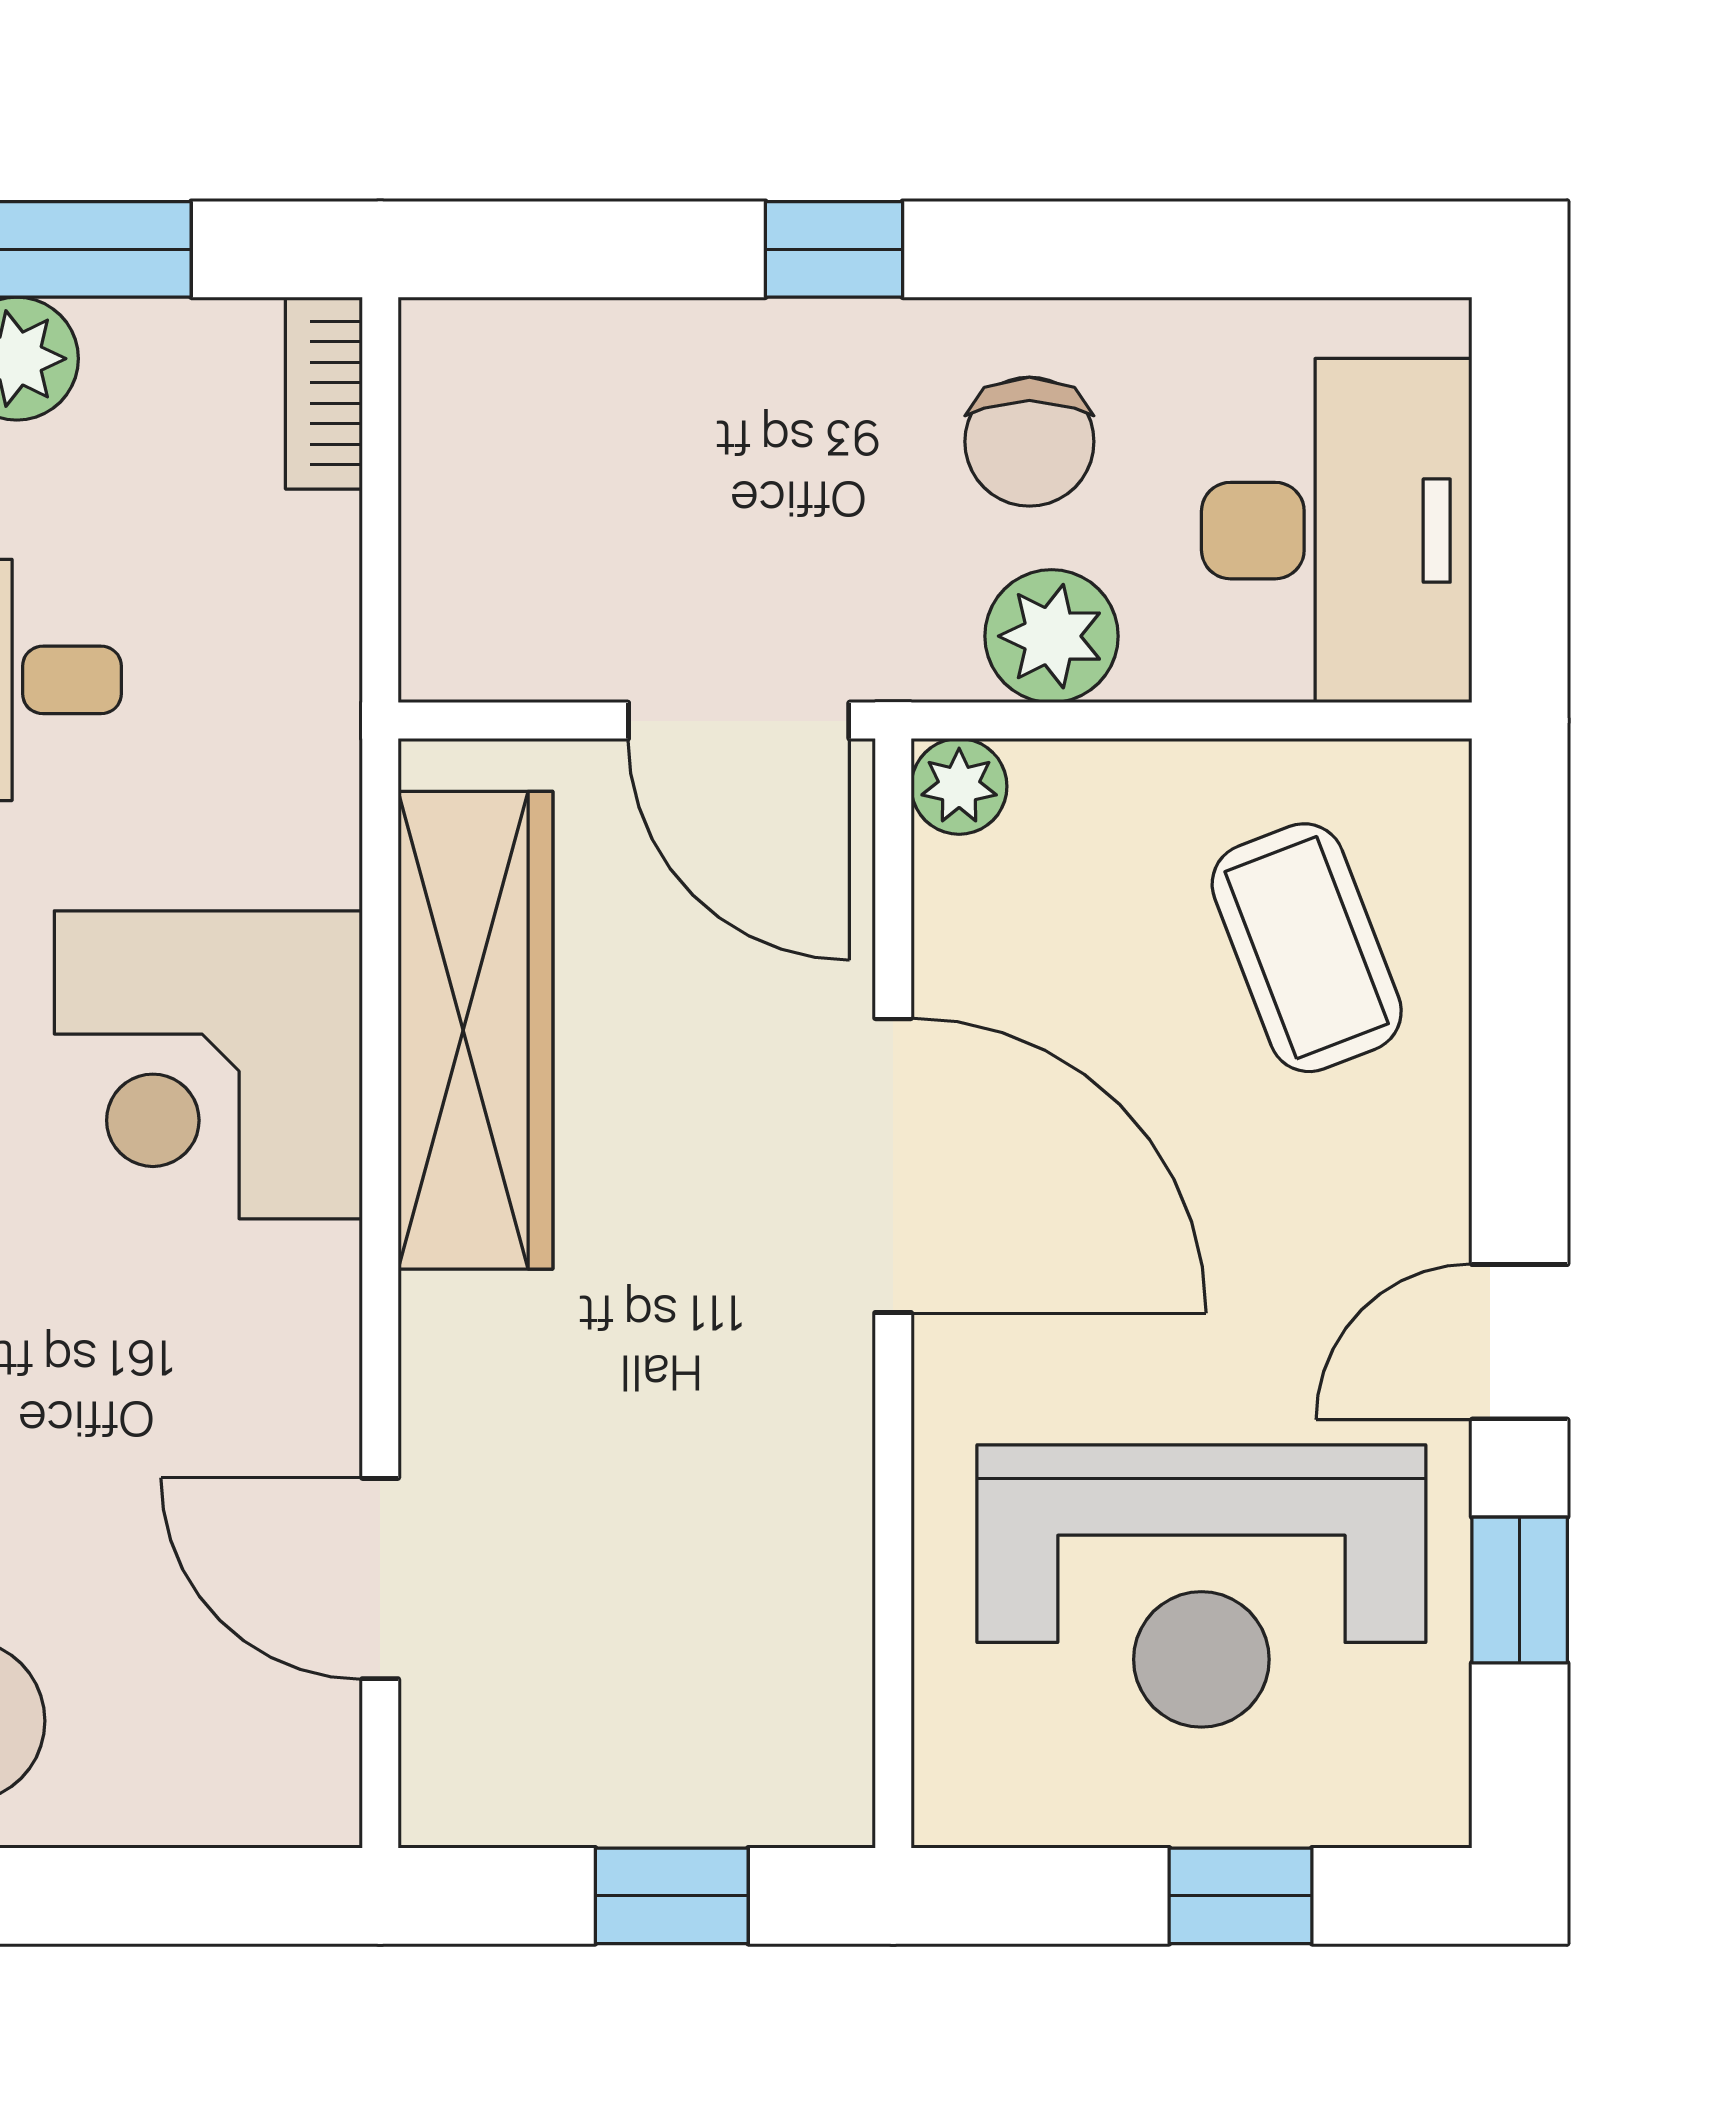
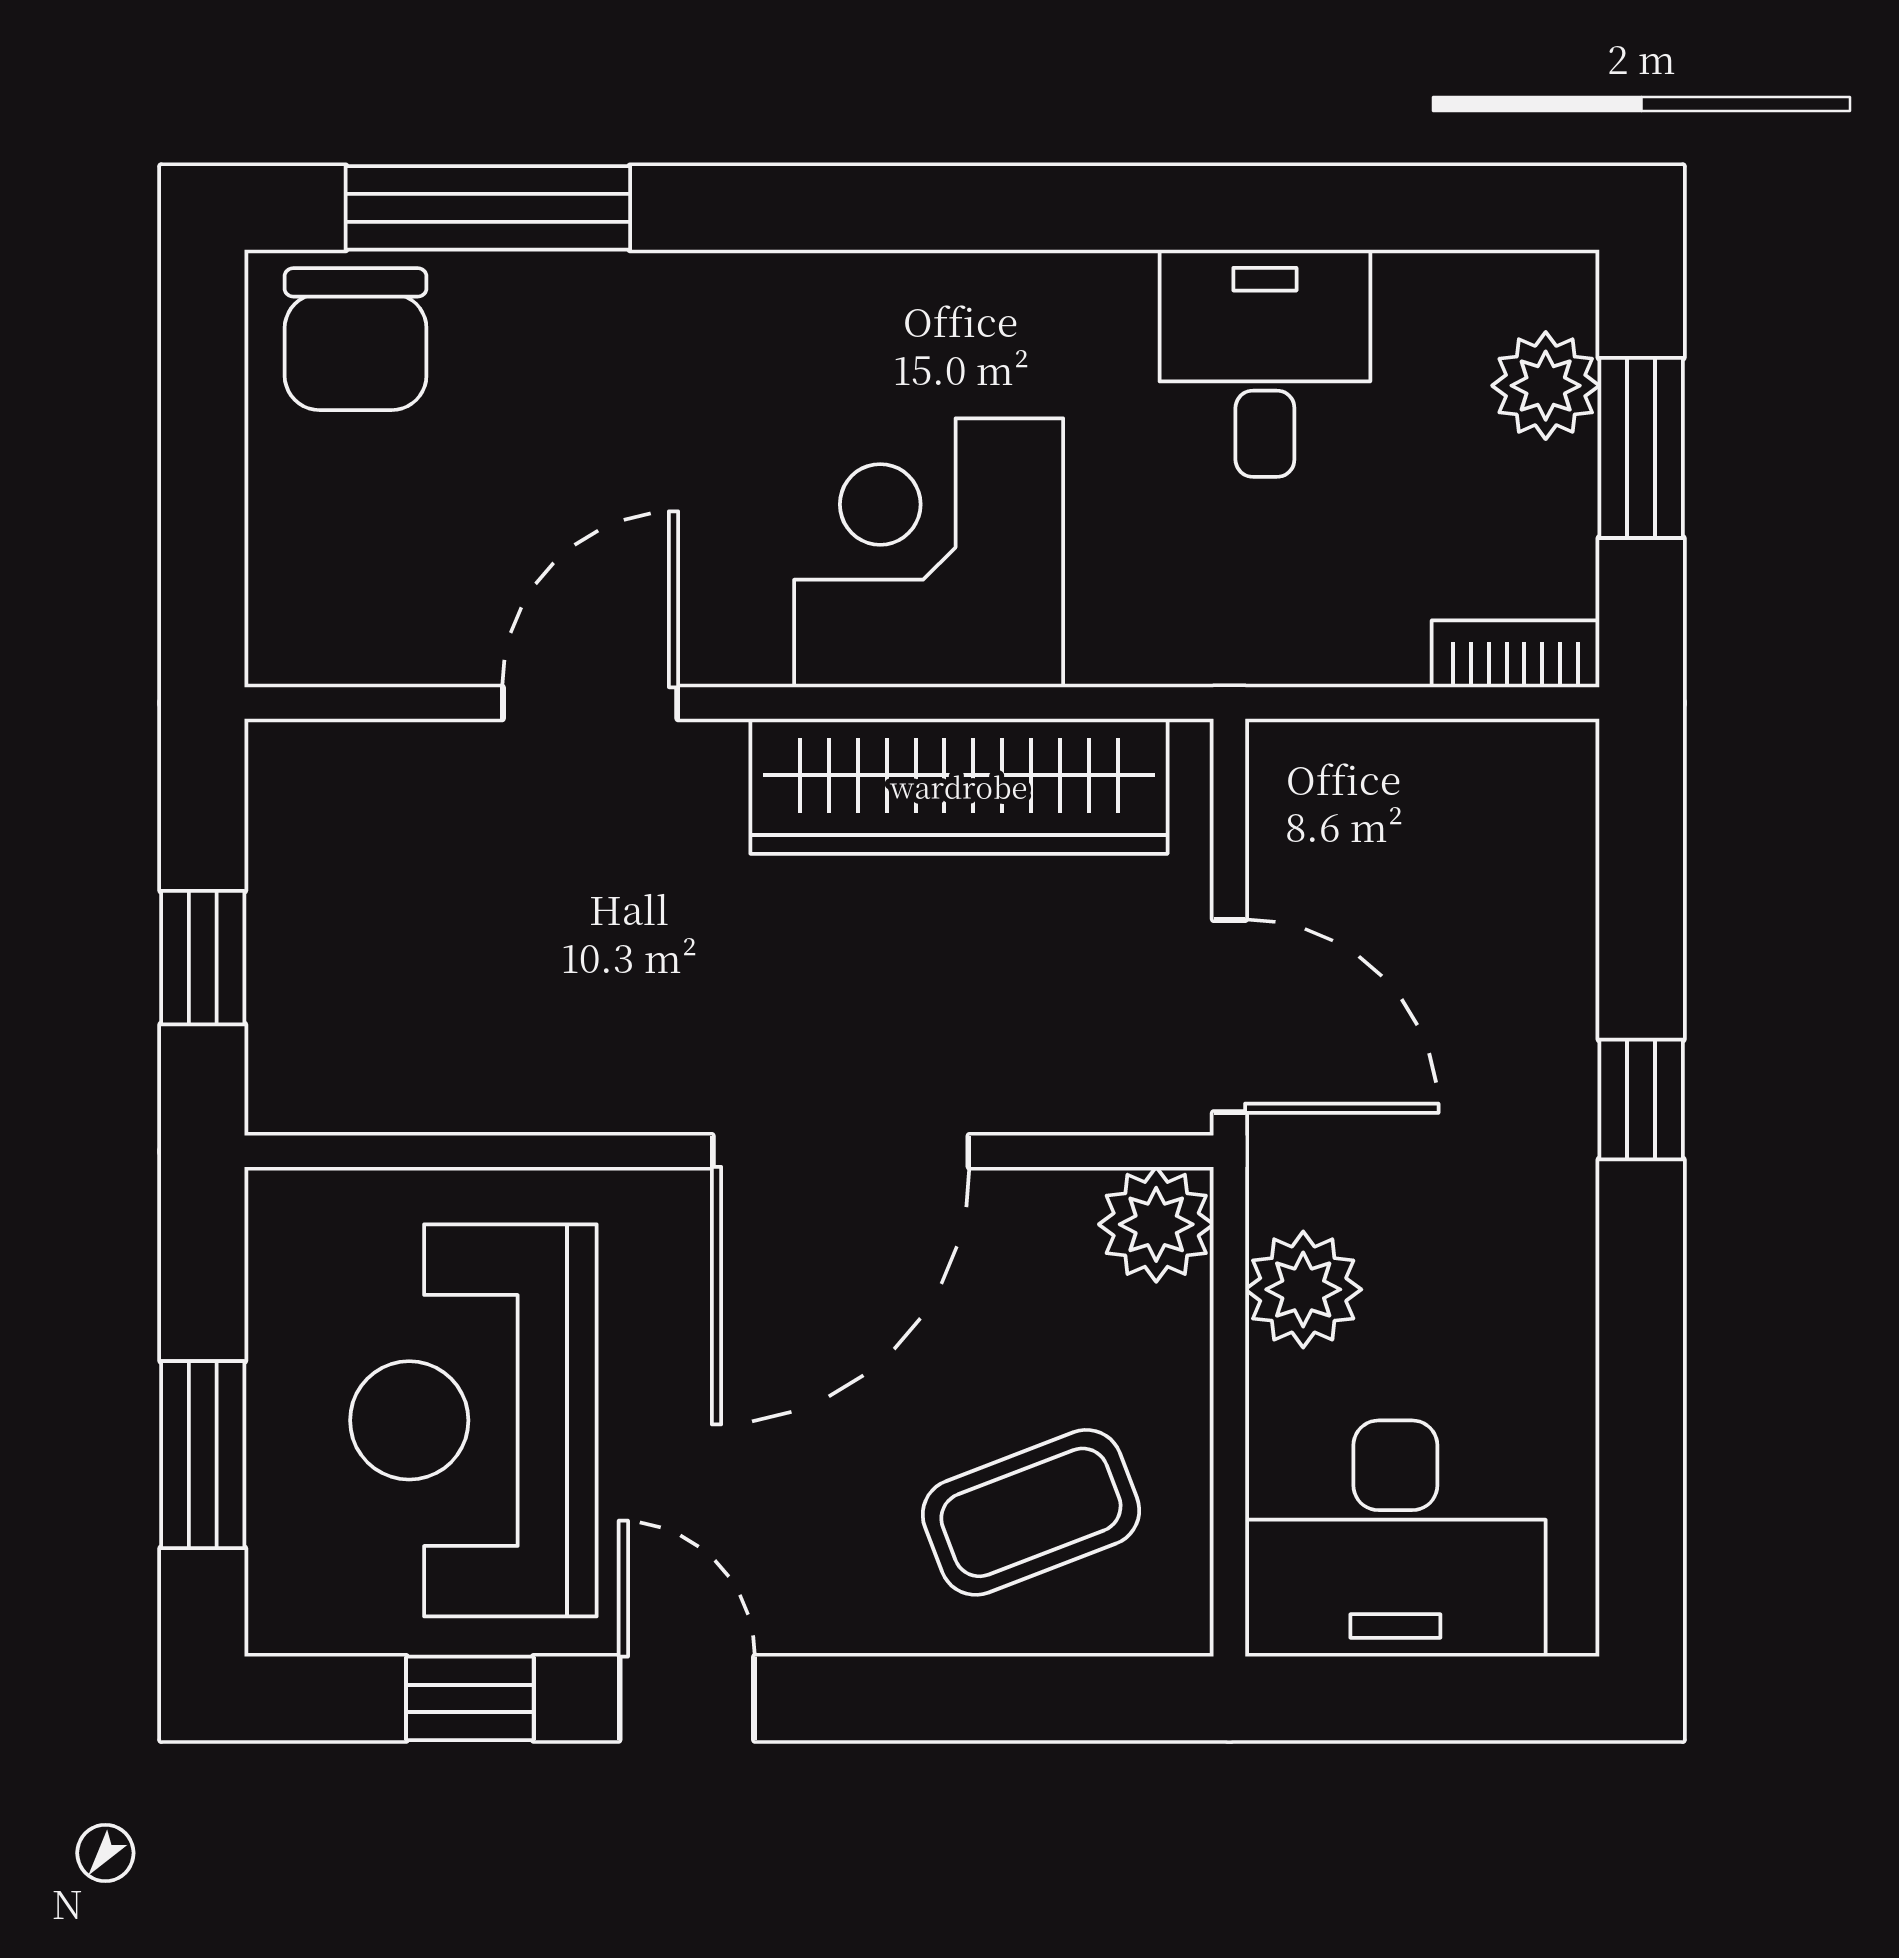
chair: (1029, 442) -> (1473, 1270), removed
door: (739, 721) -> (1229, 1016), swing flipped
plant: (959, 786) -> (1156, 1224), width x1.38, depth x1.38
door: (380, 1579) -> (590, 703), moved
window: (1241, 1896) -> (203, 1455), width x1.50

